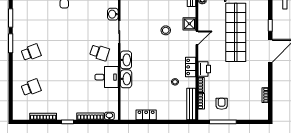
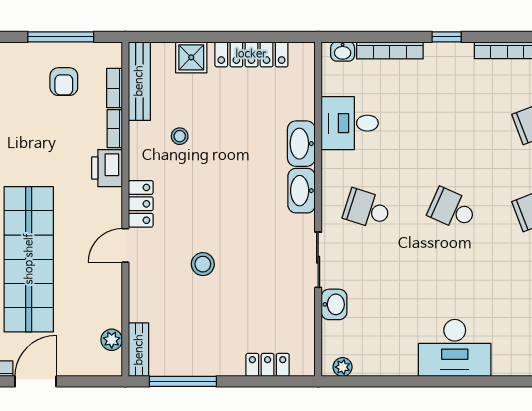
shower: (189, 24) -> (191, 57), moved
school desk: (65, 52) -> (452, 209), added
locker: (191, 67) -> (141, 204), moved
desk: (107, 77) -> (350, 123), moved
locker: (146, 115) -> (251, 54), width x1.53

